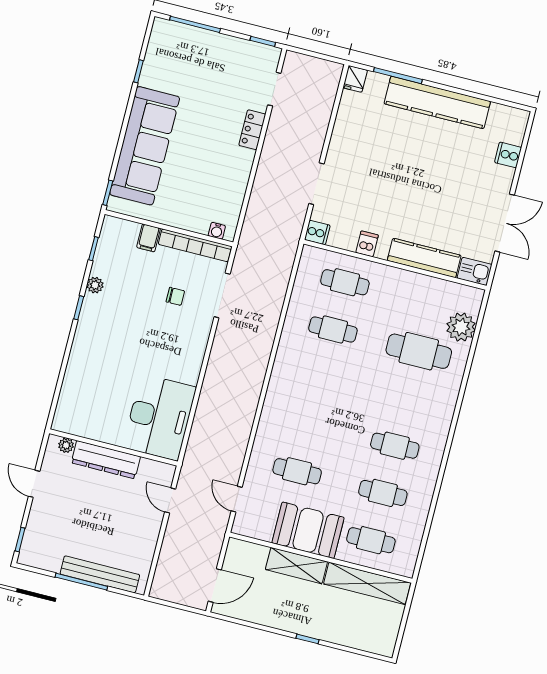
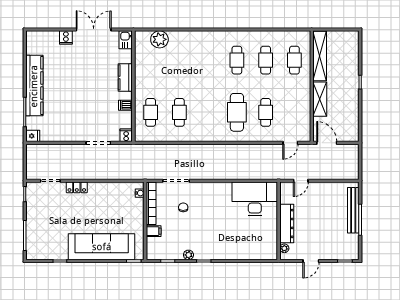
cooker: (508, 155) -> (66, 37), moved
kitchen counter: (424, 258) -> (125, 77), width x0.67
cafe table: (419, 351) -> (237, 112), moved
booth: (308, 530) -> (298, 98), removed
door: (215, 586) -> (327, 143), moved

